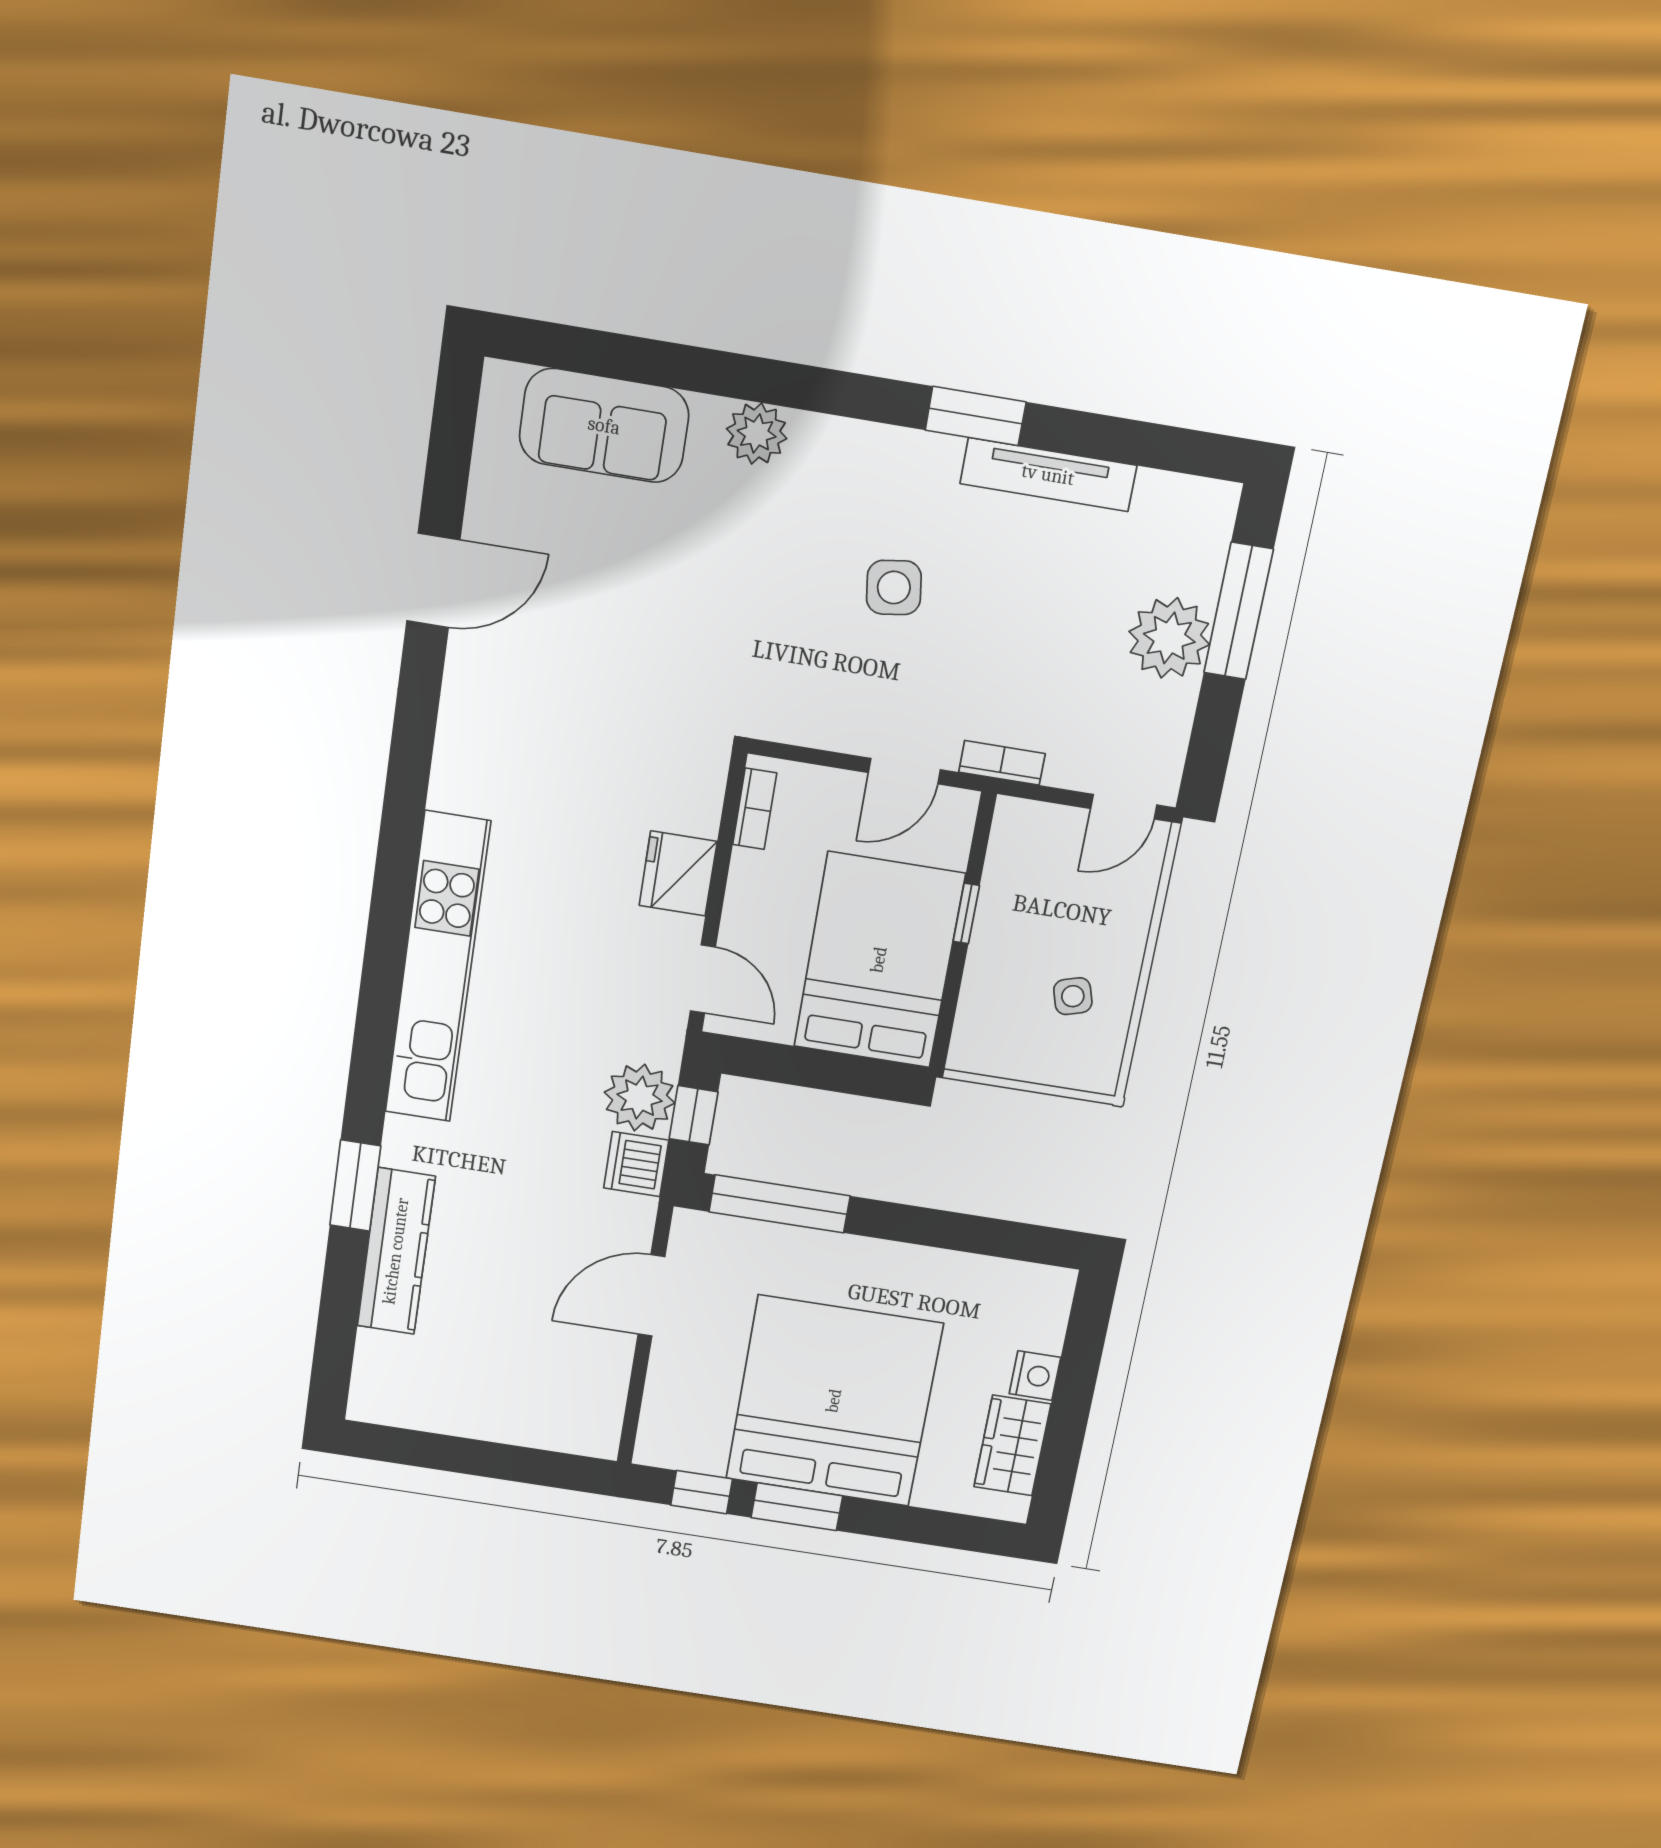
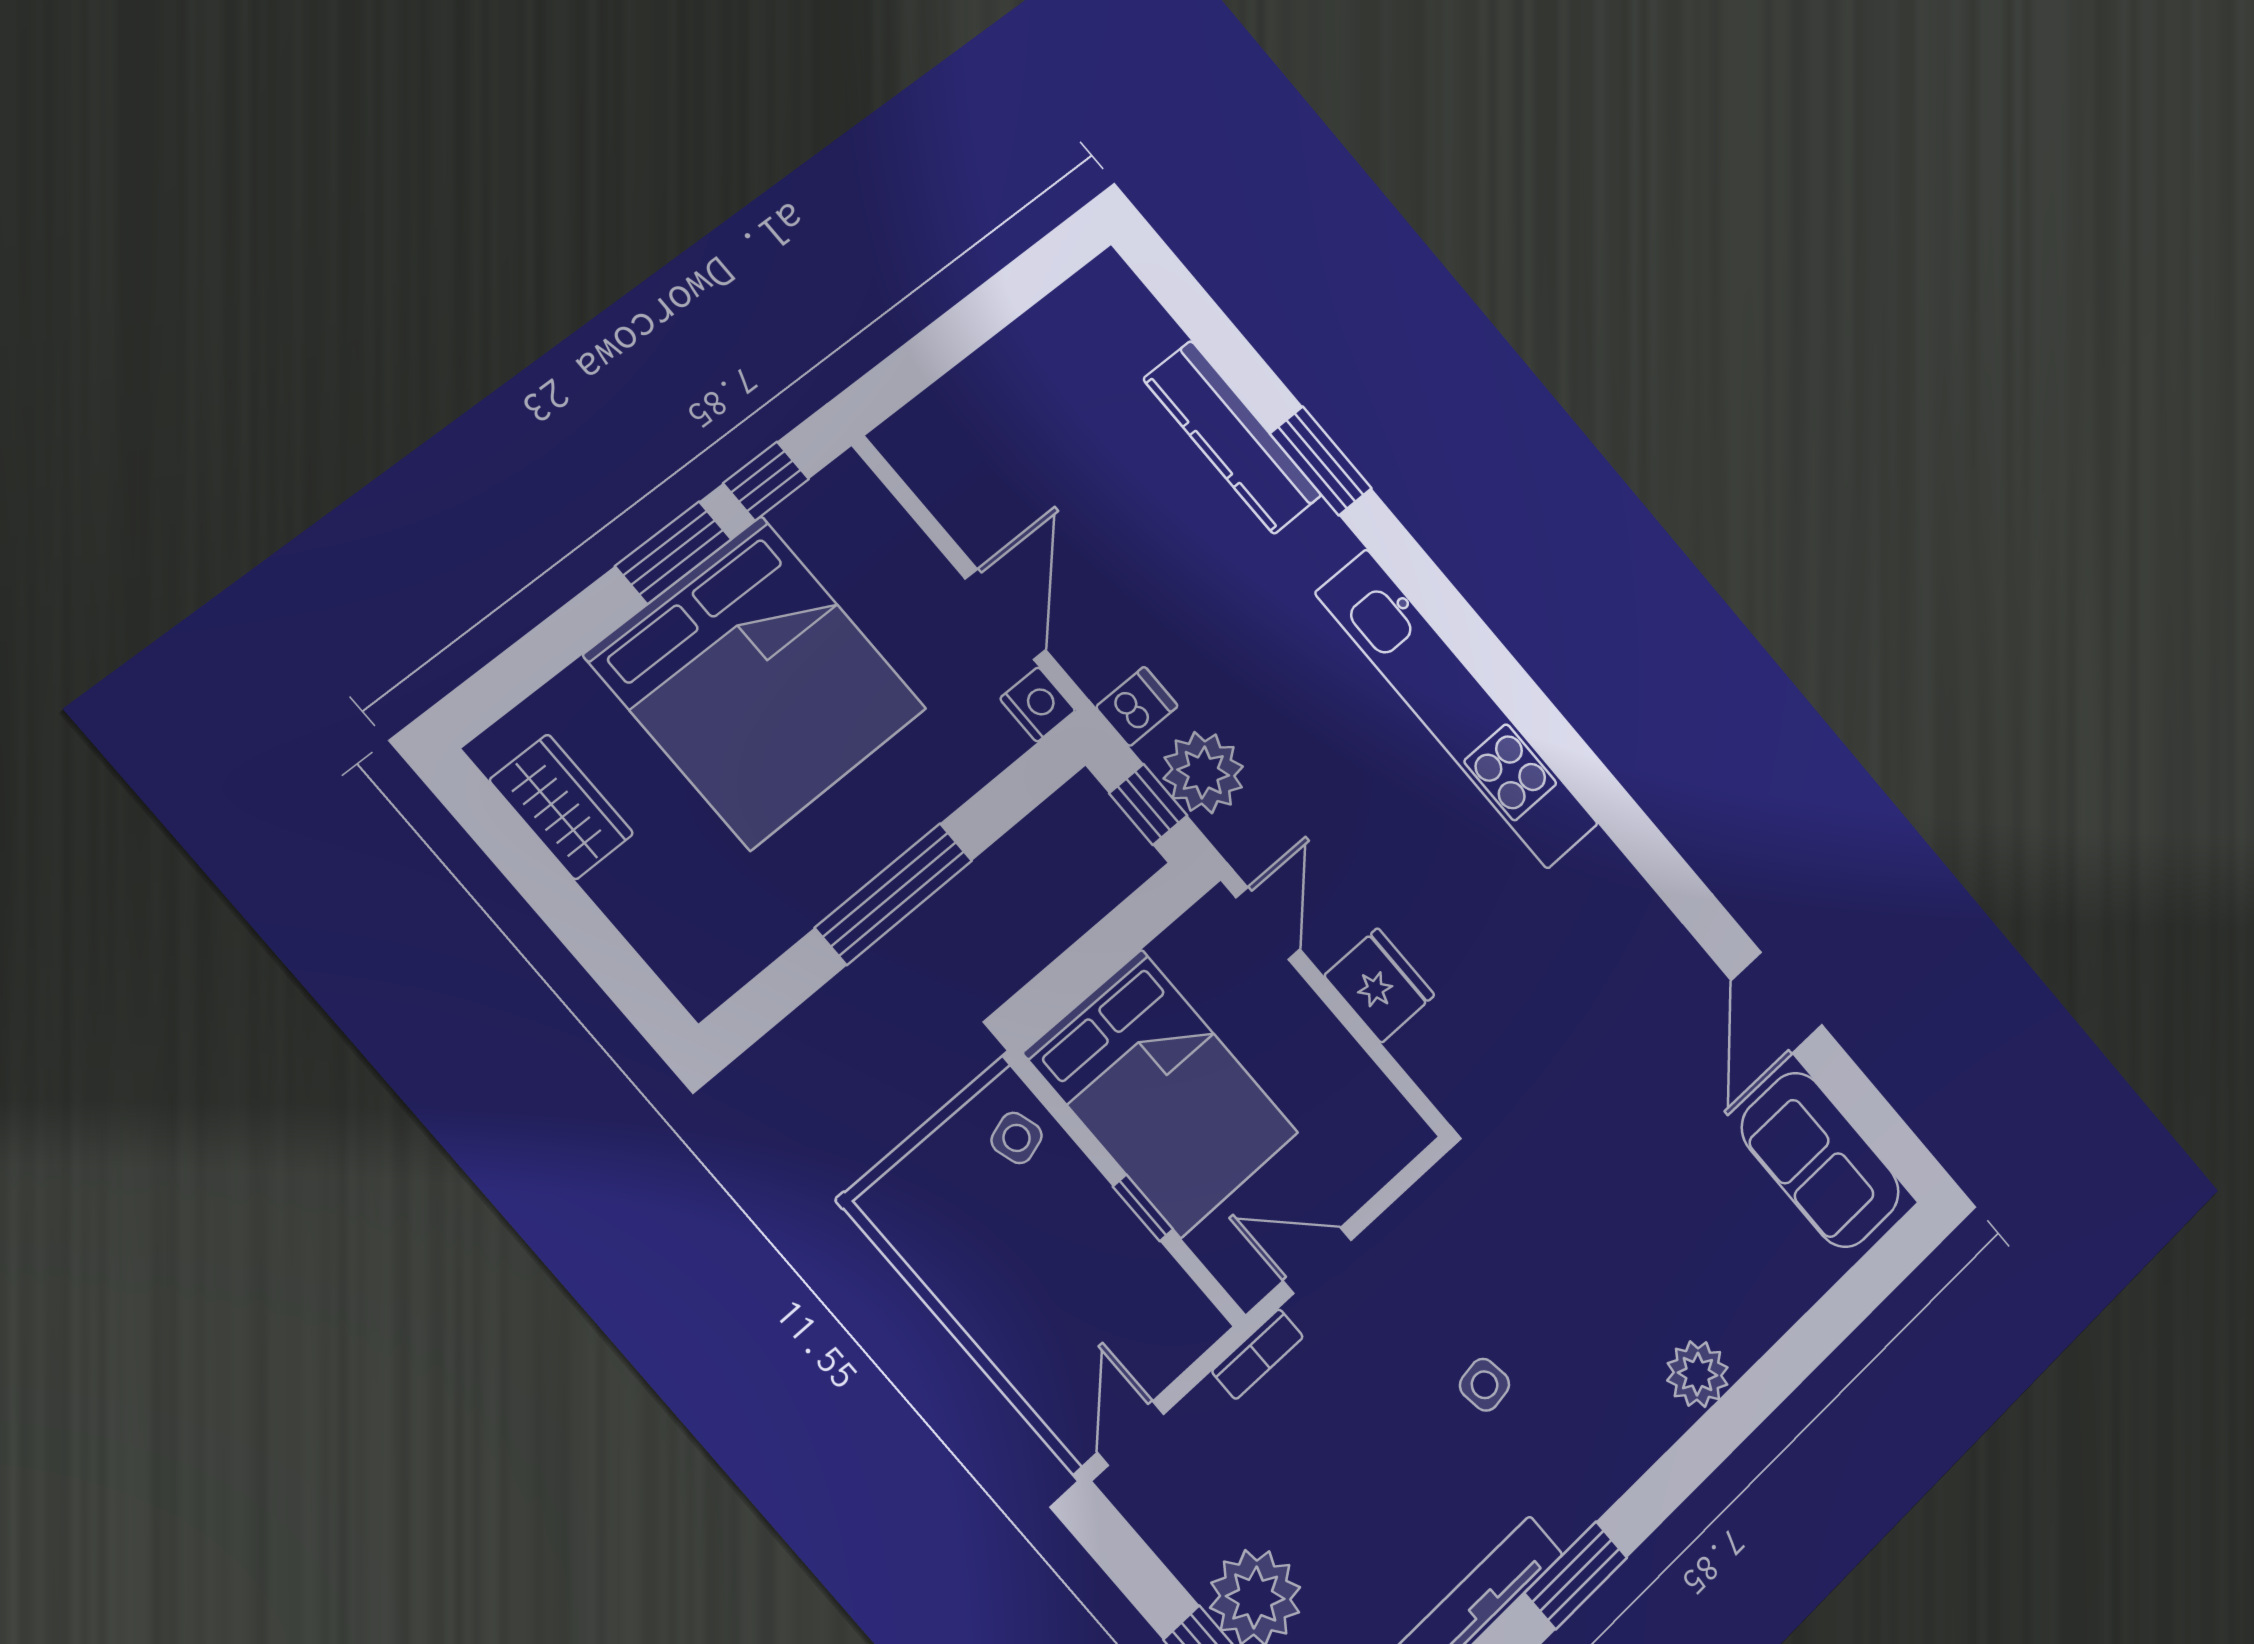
sofa: (604, 426) -> (1820, 1160), moved, turned -90
side table: (894, 587) -> (1485, 1385), width x0.73, depth x0.73
door: (904, 771) -> (1317, 1260), hinge flipped
bookcase: (755, 809) -> (1385, 1101), removed
door: (703, 979) -> (1268, 923), swing flipped
side table: (1073, 996) -> (1017, 1138), moved
dishwasher: (636, 1164) -> (1137, 706), width x0.73
window: (780, 1204) -> (894, 894), moved
nightstand: (1035, 1376) -> (1038, 704), moved, turned 180

